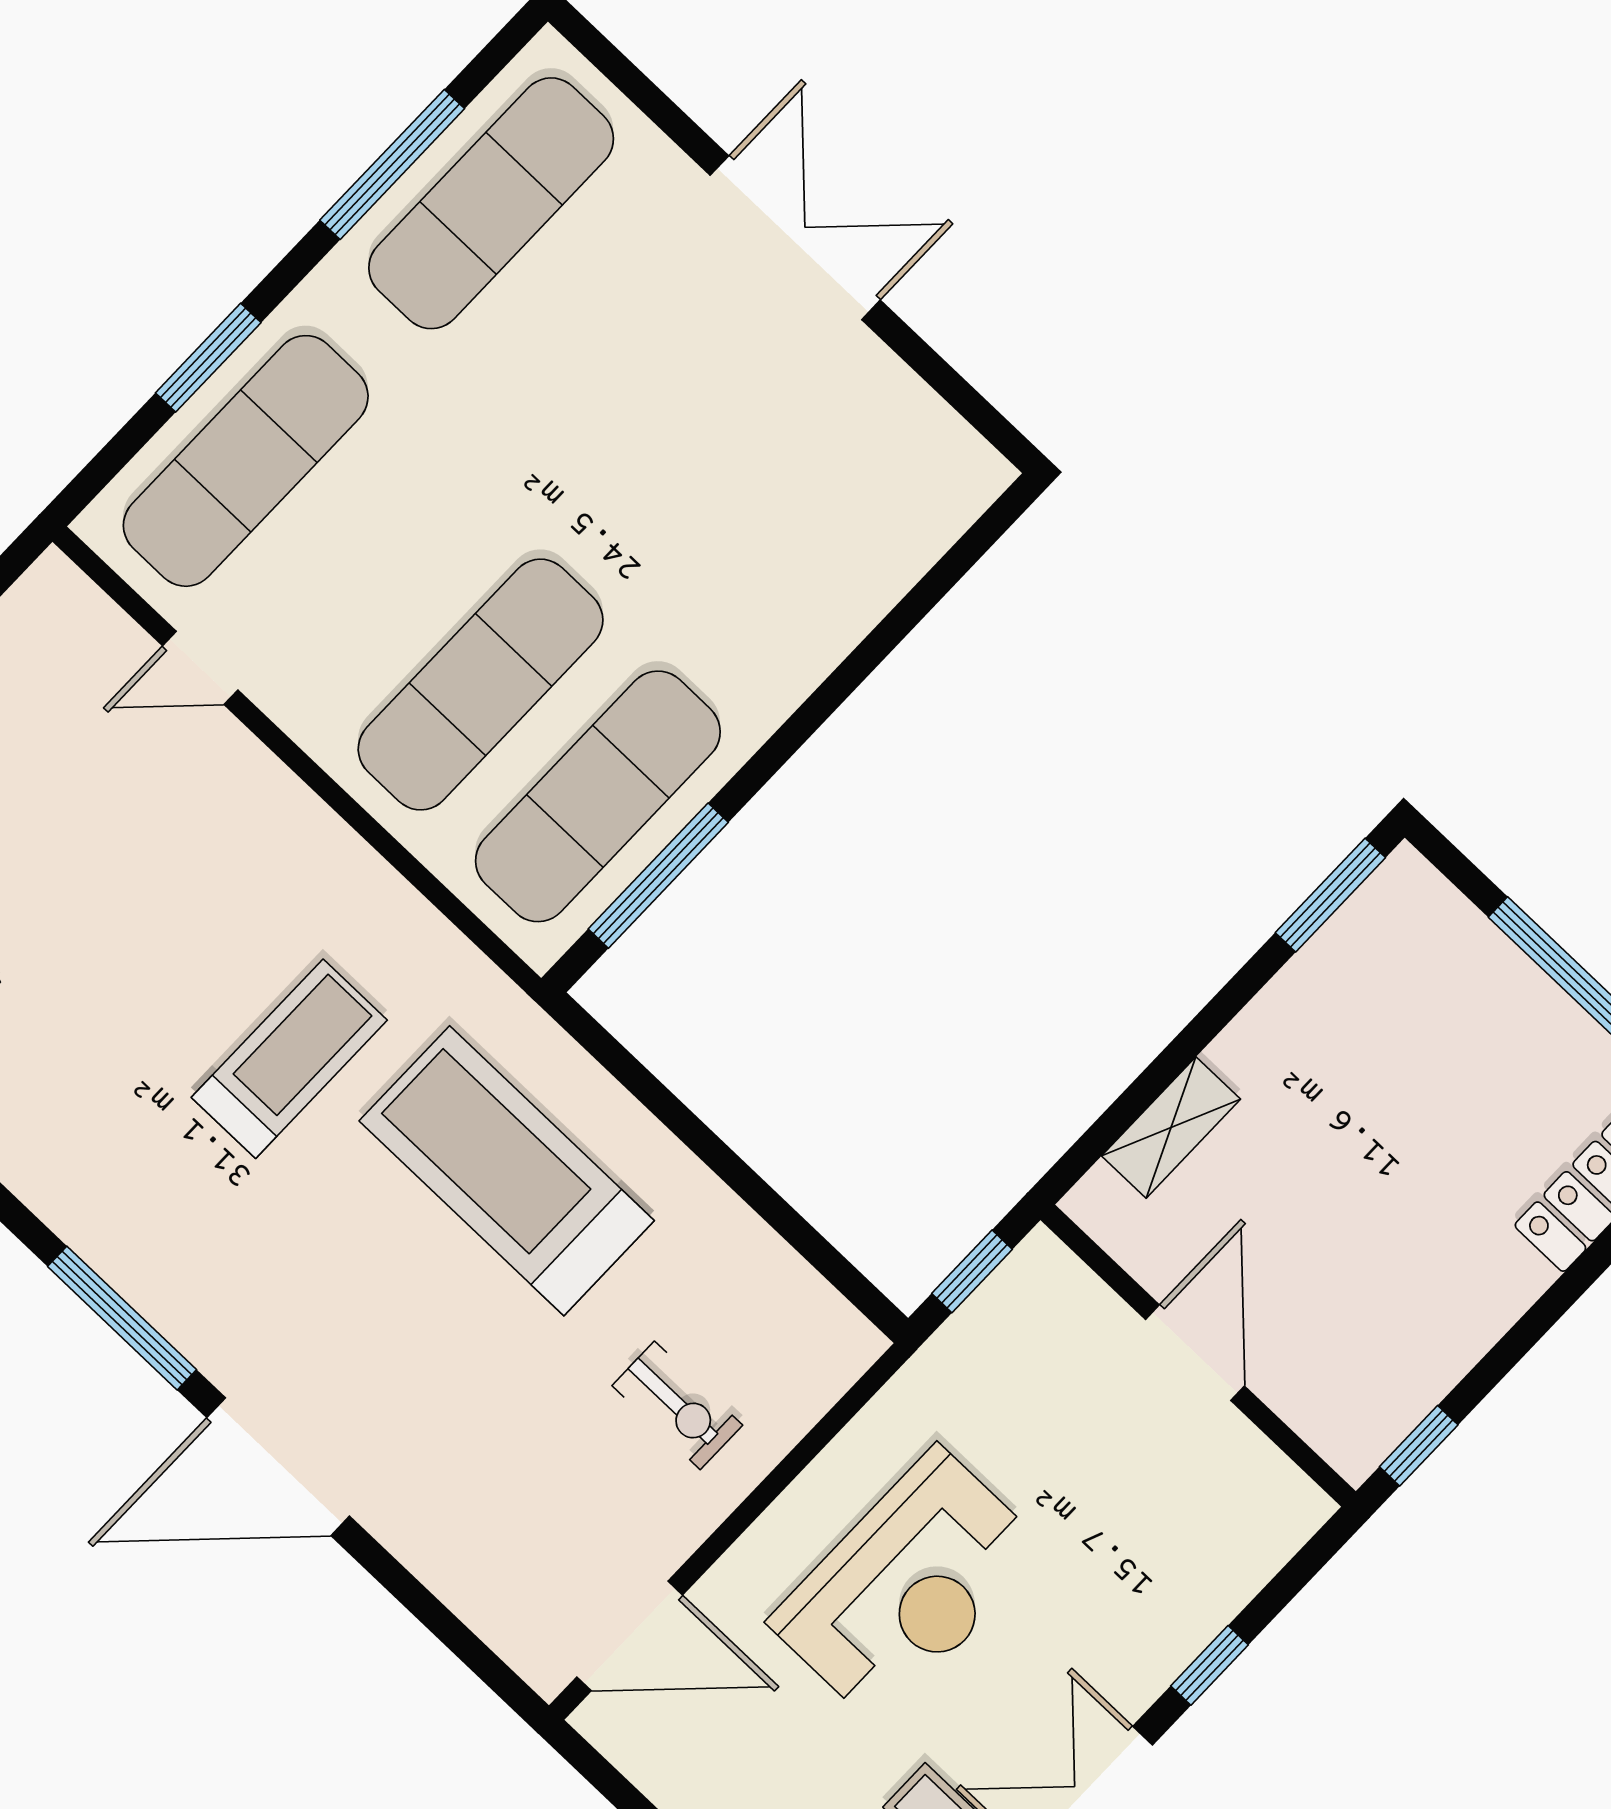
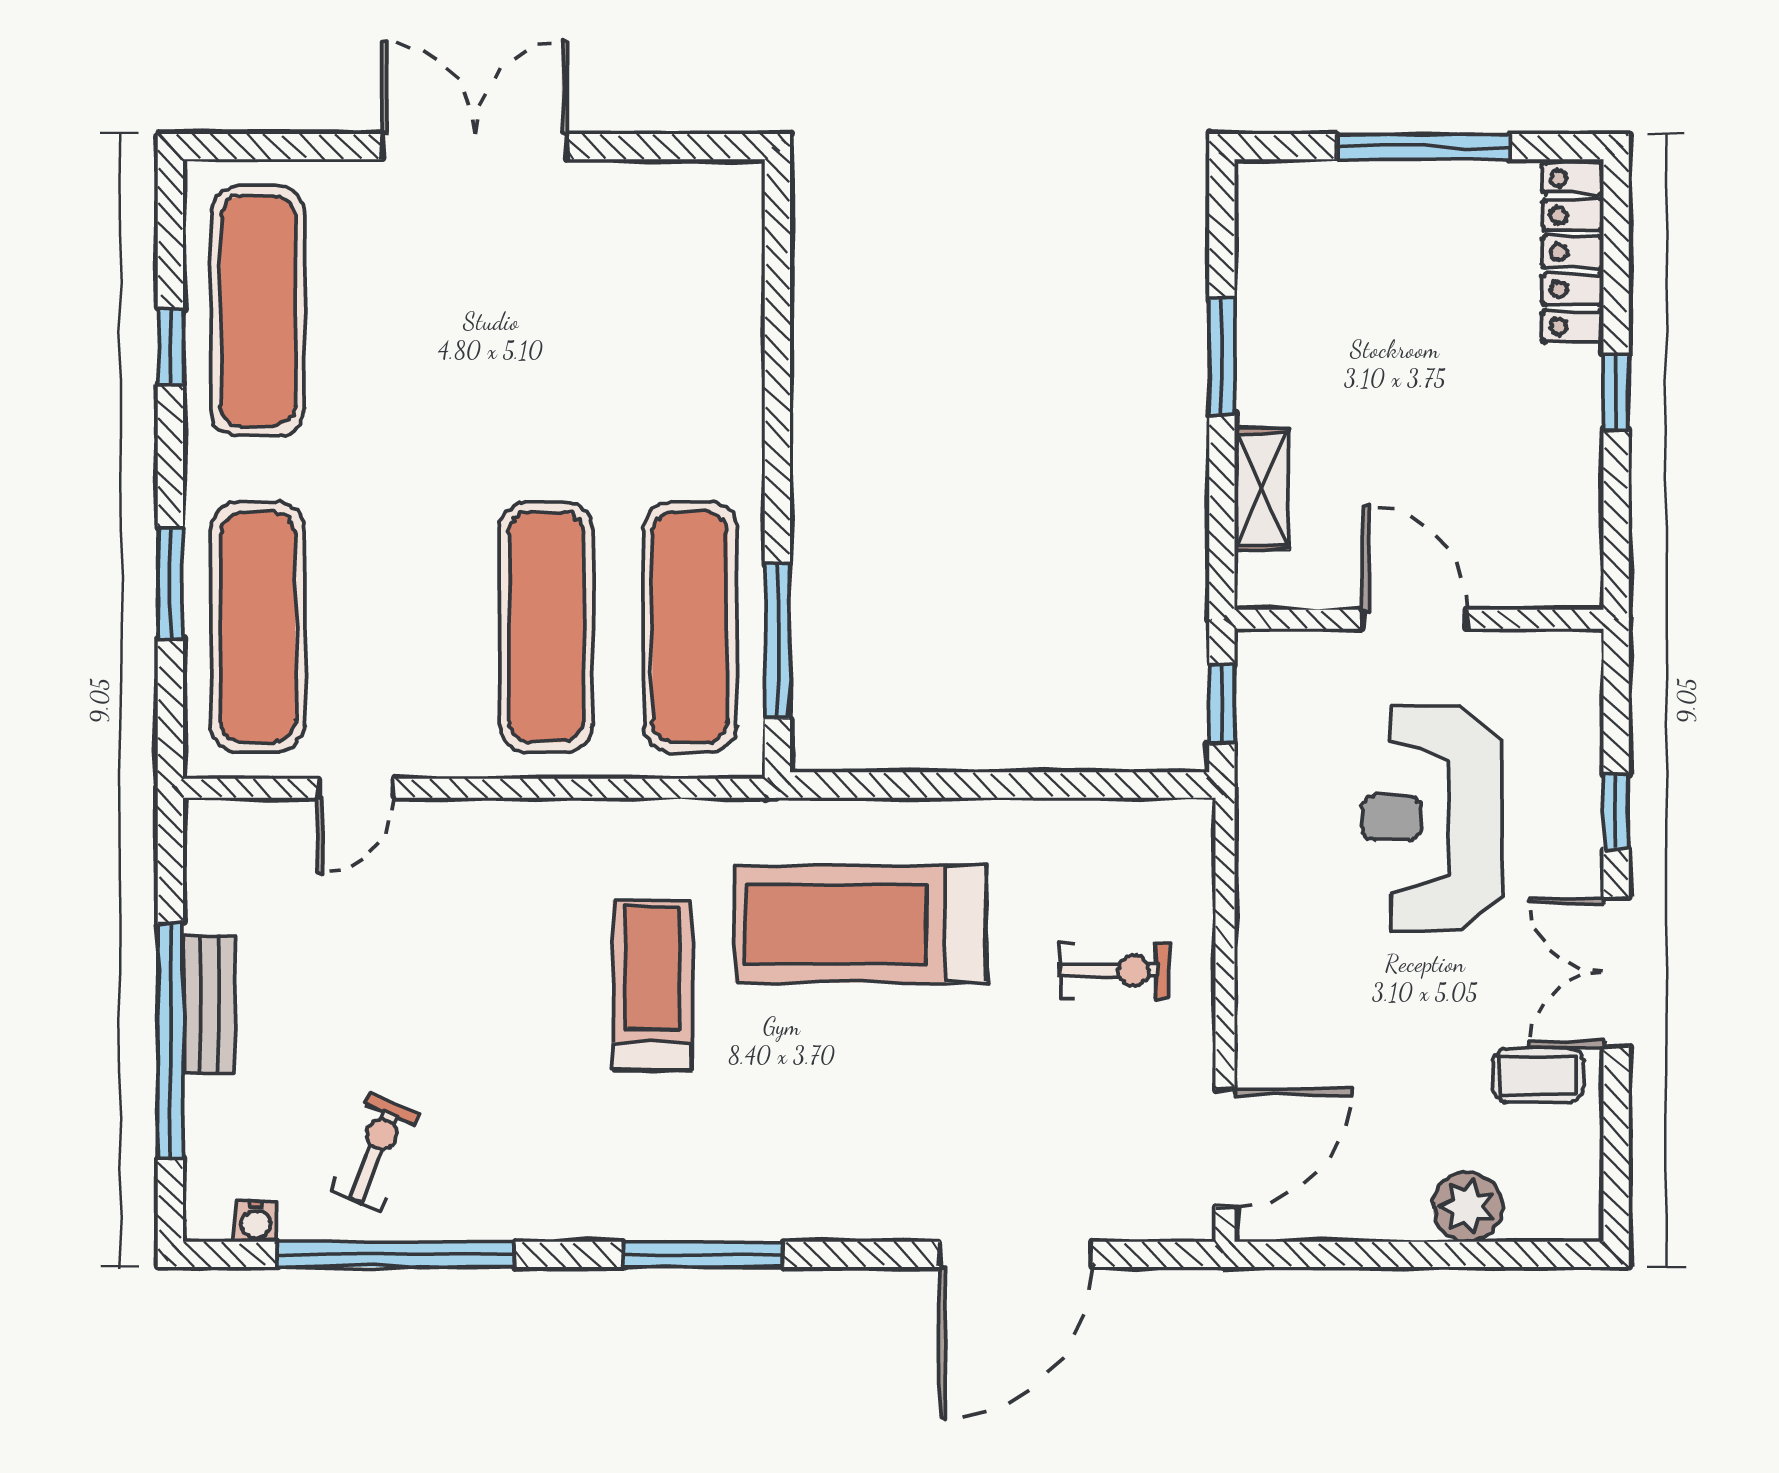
window: (392, 164) -> (170, 346), width x0.46
window: (1330, 895) -> (1222, 357), moved
window: (1419, 1446) -> (1616, 393), moved
door: (278, 1467) -> (1016, 1254), moved
reception desk: (907, 1586) -> (1433, 818), moved, turned 180

